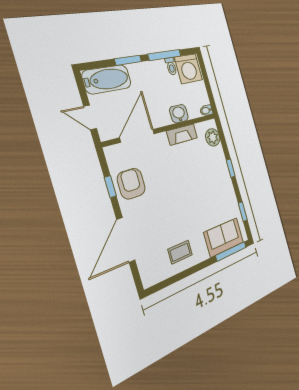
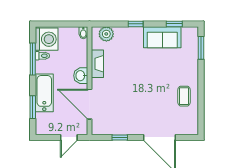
window: (128, 60) -> (33, 107), moved
bathtub: (107, 79) -> (44, 93), moved
washbasin: (179, 114) -> (81, 76), moved
armchair: (131, 184) -> (122, 120), removed
sofa: (224, 237) -> (162, 37), moved, turned -90
window: (231, 251) -> (201, 48), width x0.69

